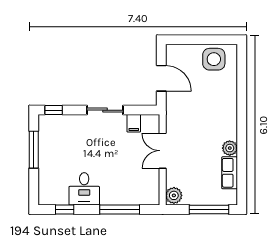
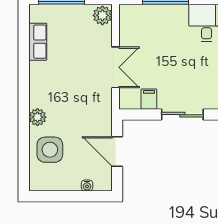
water cooler: (187, 49) -> (87, 186), added
side table: (214, 59) -> (50, 150), moved
plant: (230, 148) -> (37, 117), moved

